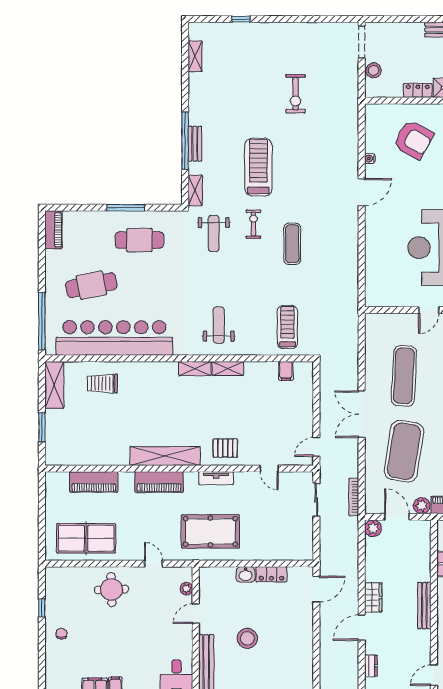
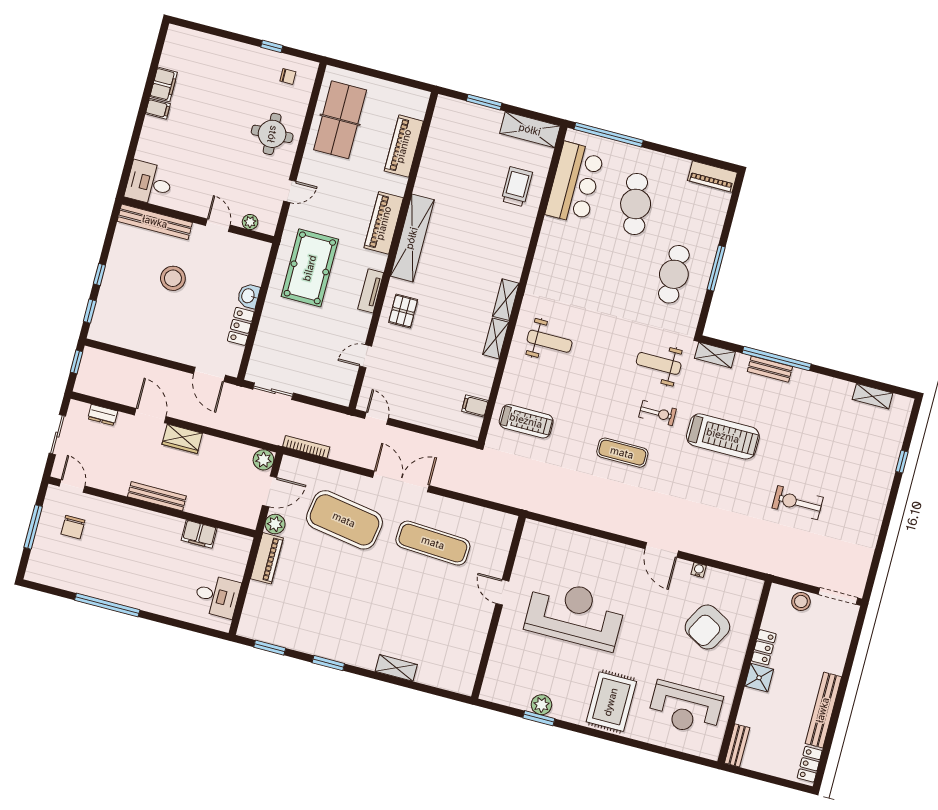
bar counter: (114, 338) -> (575, 183), width x0.54
sliding door: (316, 500) -> (273, 391), moved
chair: (61, 634) -> (288, 76), moved

